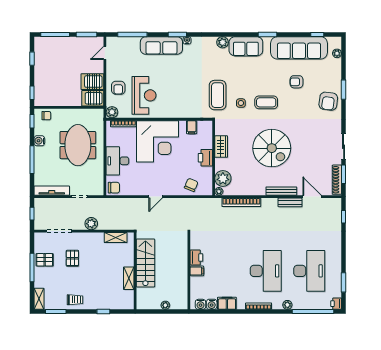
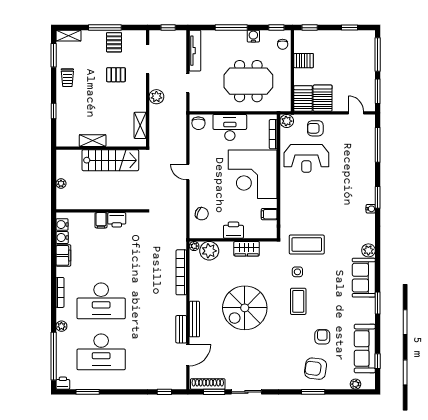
sofa: (161, 46) -> (365, 179), removed
sofa: (299, 48) -> (365, 348), width x0.74, depth x0.79
server rack: (60, 98) -> (304, 61), added
armchair: (328, 101) -> (316, 369), moved

